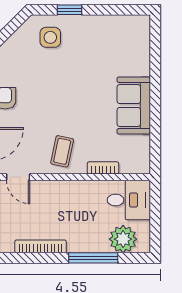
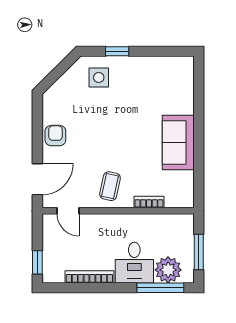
desk: (129, 200) -> (134, 263), moved, turned 90
window: (155, 221) -> (199, 252), added
window: (93, 258) -> (160, 288), moved

